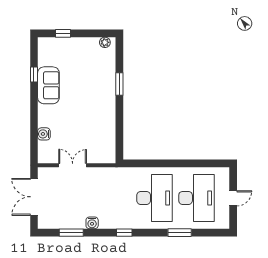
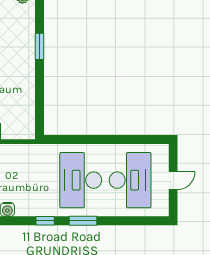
desk: (155, 198) -> (81, 180), turned 180
window: (180, 233) -> (83, 221), moved

